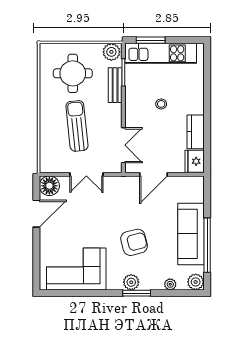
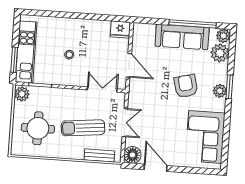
bench: (115, 85) -> (99, 155), moved
kitchen counter: (196, 132) -> (95, 27), removed
plant: (170, 284) -> (220, 53), width x1.87, depth x1.87

